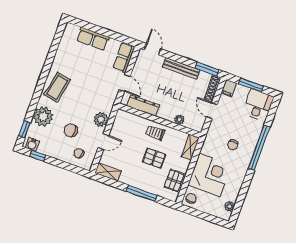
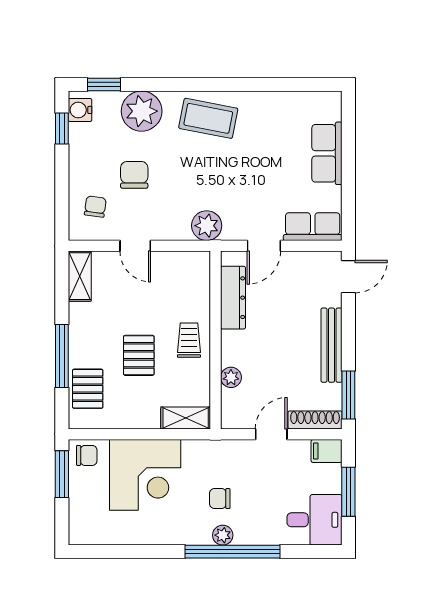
plant: (101, 119) -> (207, 226), moved
pallet: (174, 180) -> (88, 389), moved, turned 90
plant: (229, 206) -> (223, 535), moved
window: (196, 213) -> (62, 474), added

